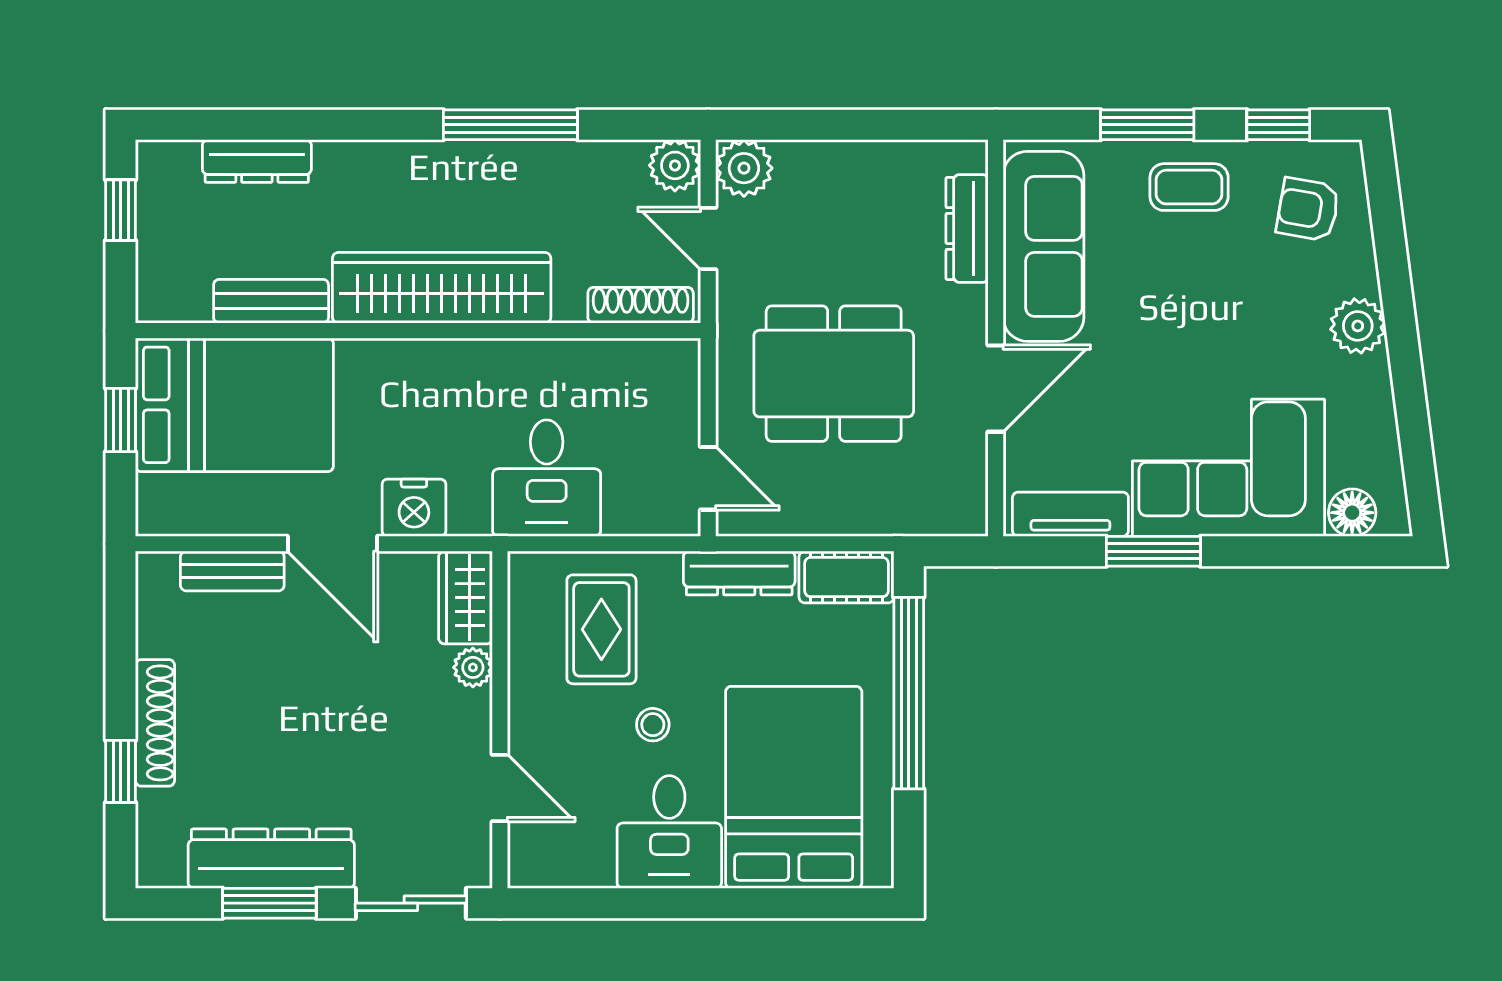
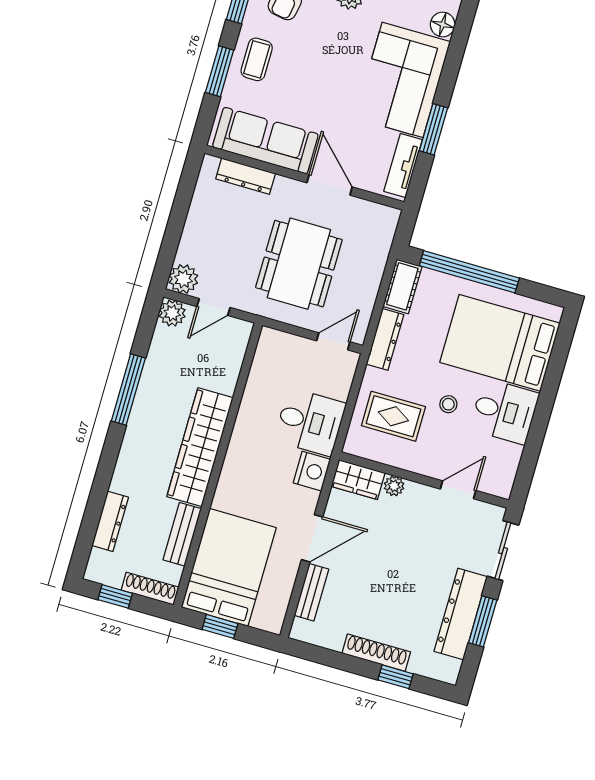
shoe rack: (641, 305) -> (150, 589), moved, turned 90
nightstand: (414, 508) -> (312, 471), moved

